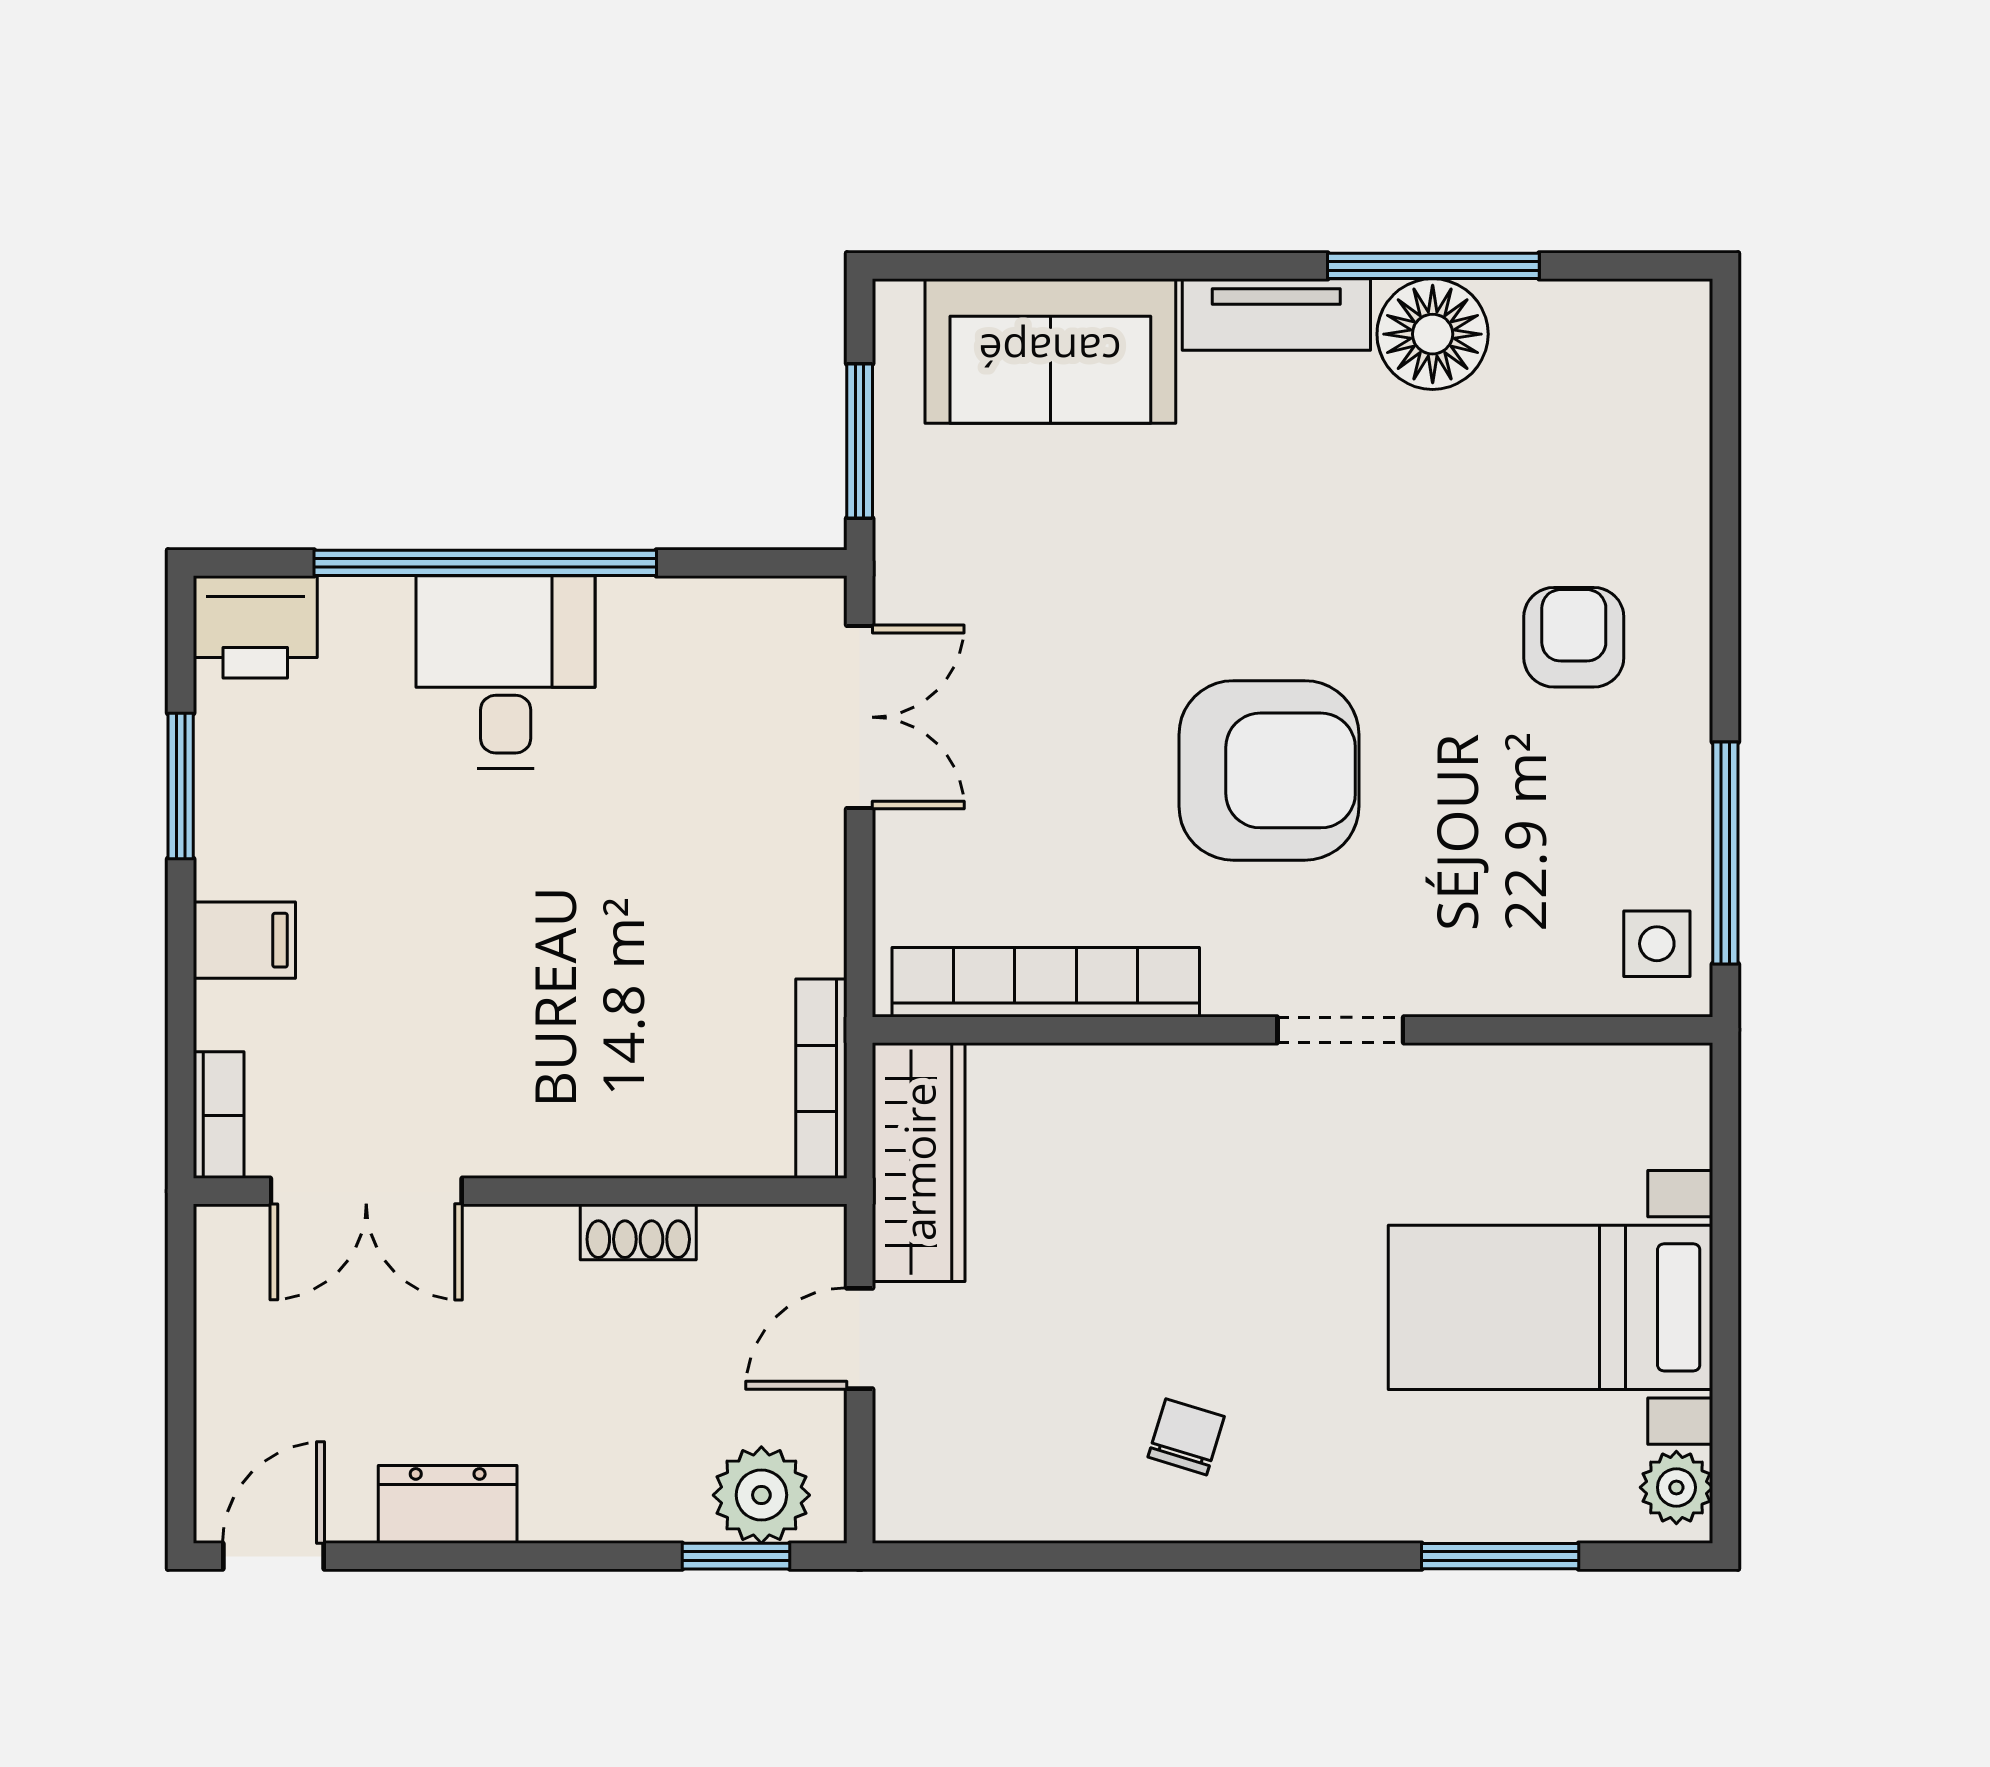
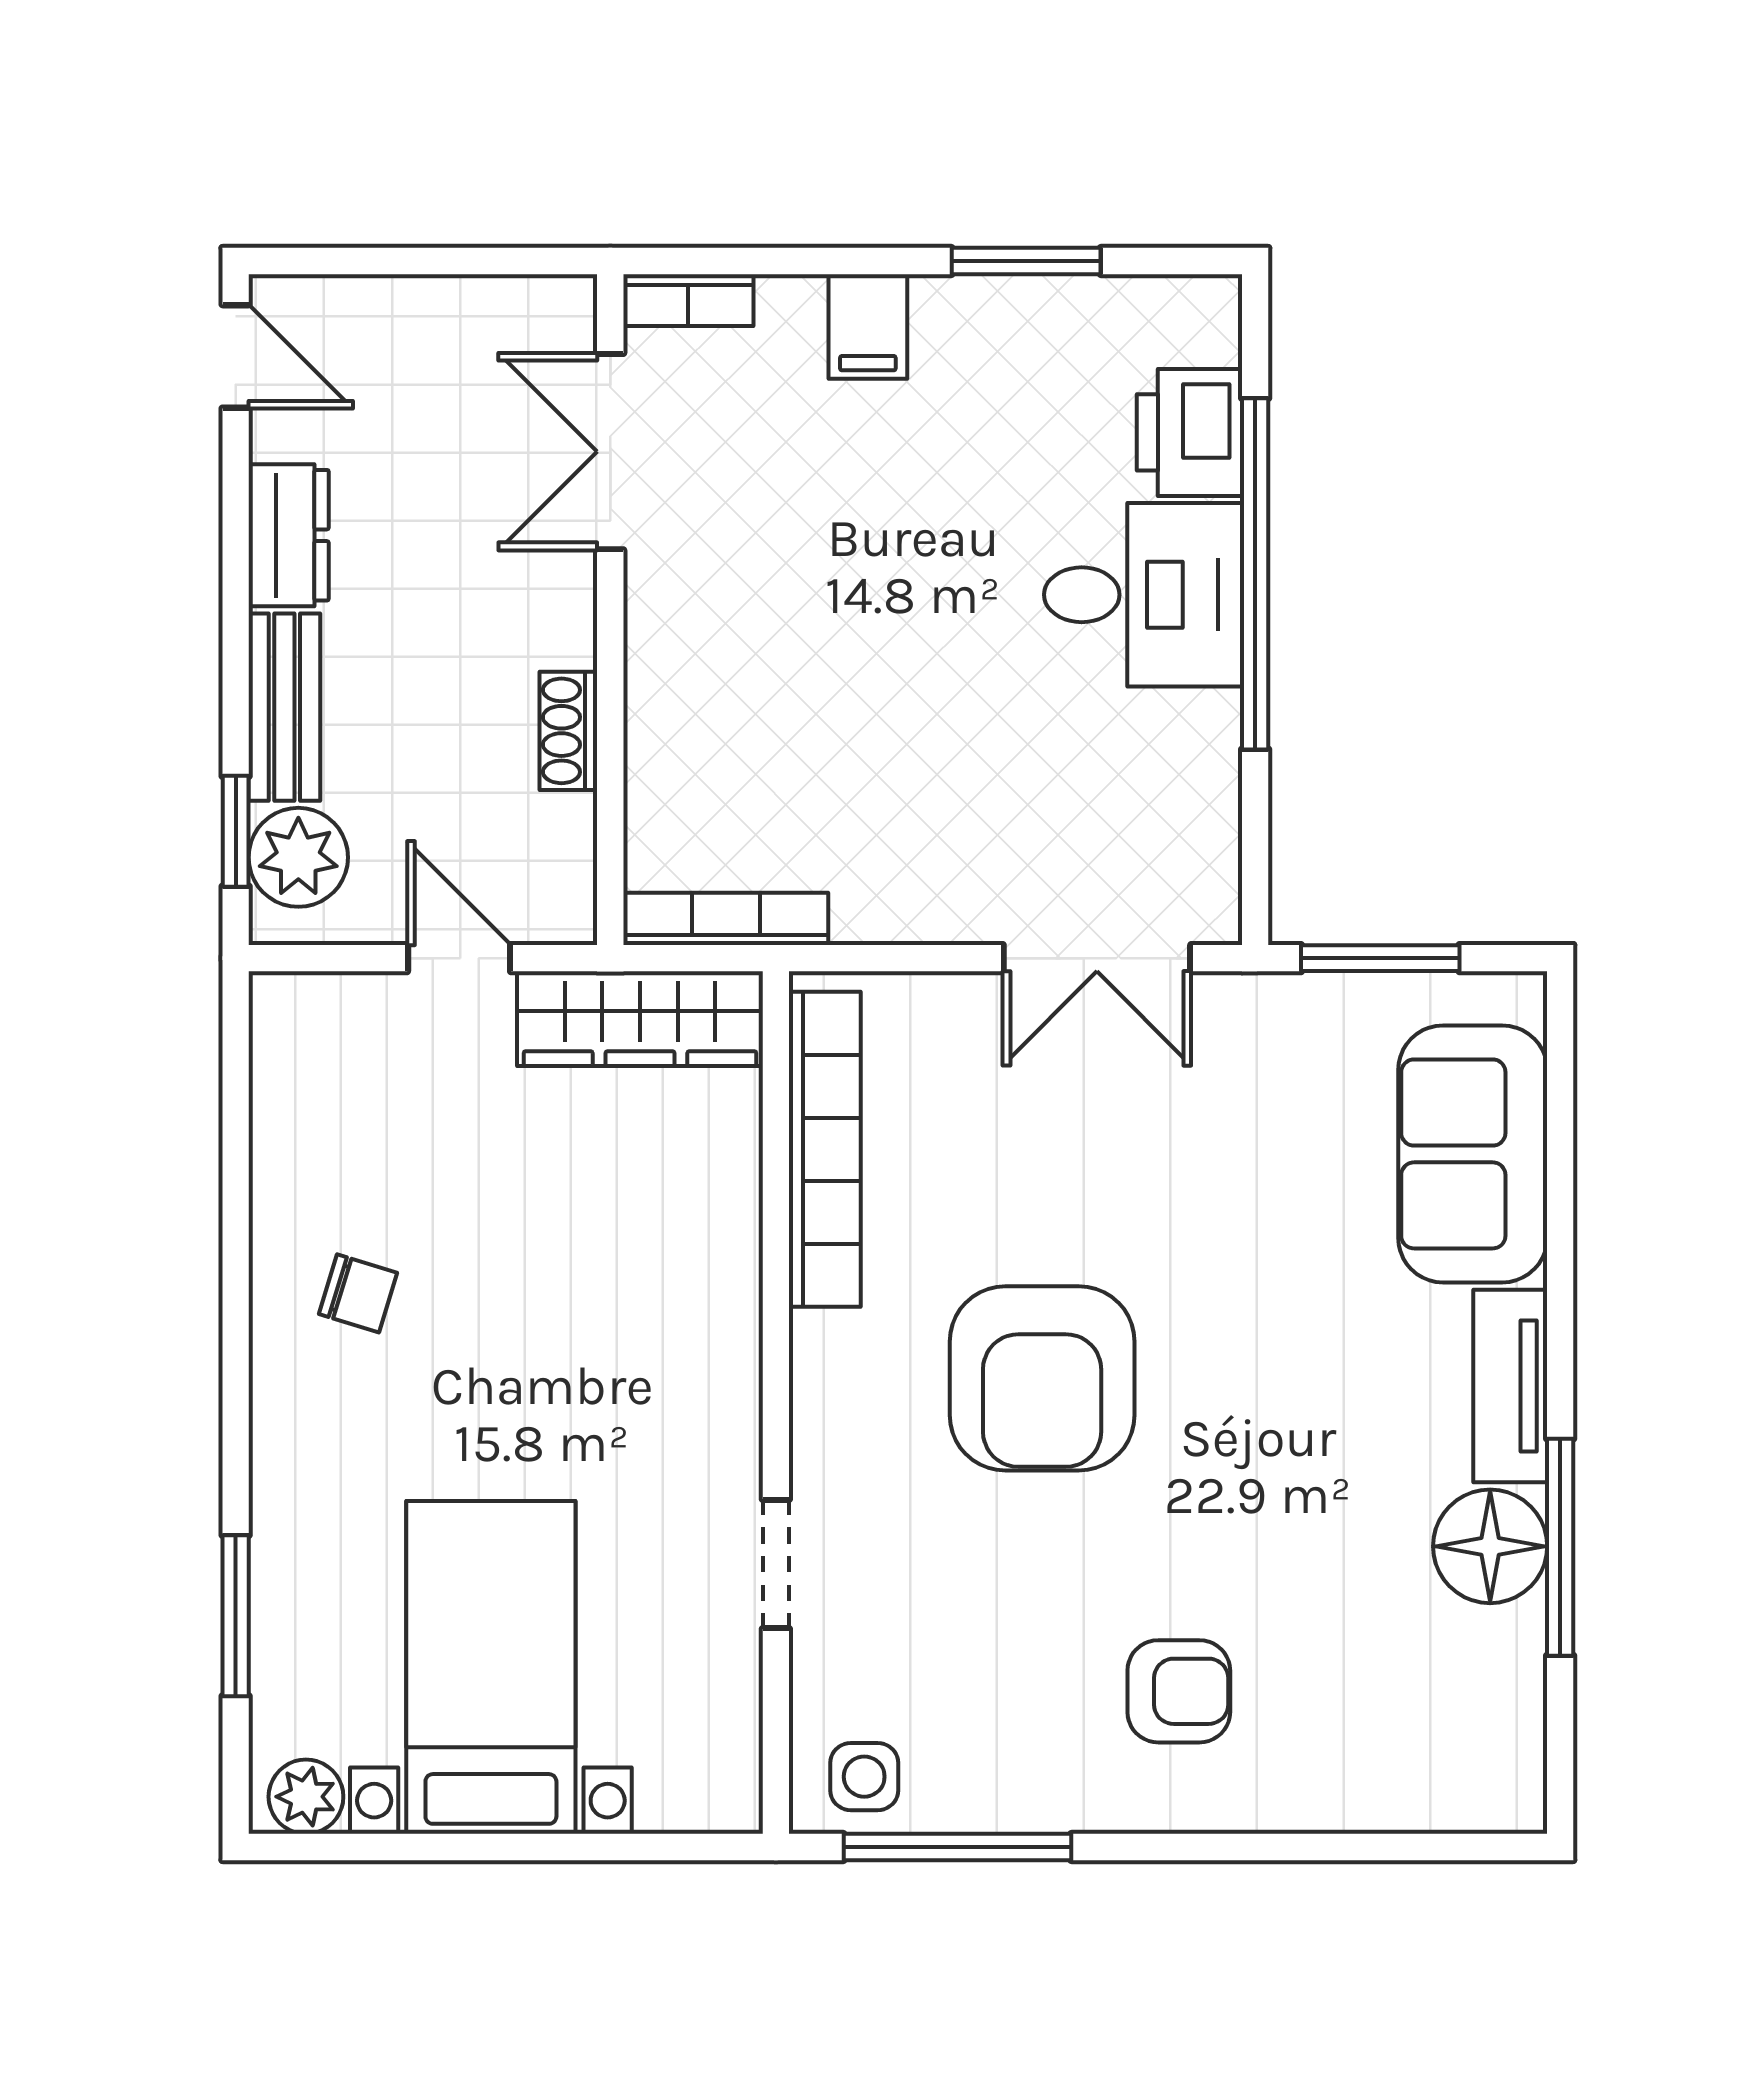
printer: (255, 627) -> (1189, 432), moved
doorway: (1340, 1030) -> (776, 1564), moved
bench: (615, 1508) -> (284, 707), added

